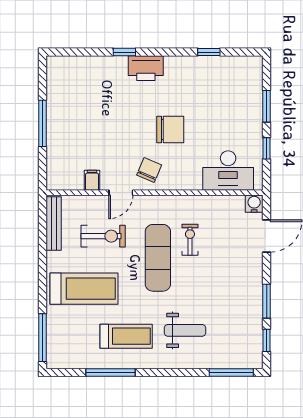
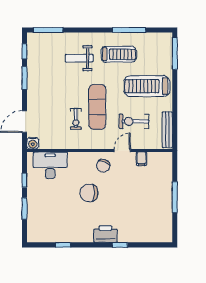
treadmill: (126, 336) -> (119, 54), turned 180

